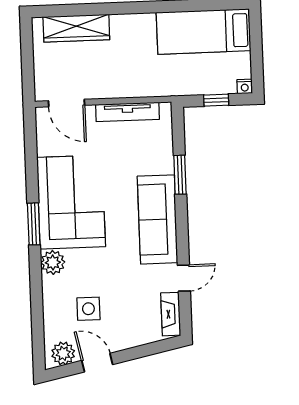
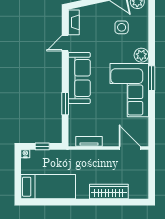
wardrobe: (76, 28) -> (109, 191), moved
tv unit: (128, 112) -> (89, 141), width x0.71

